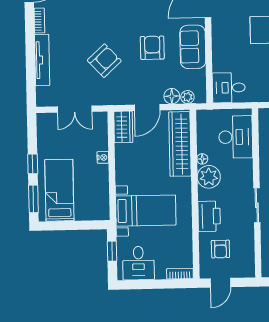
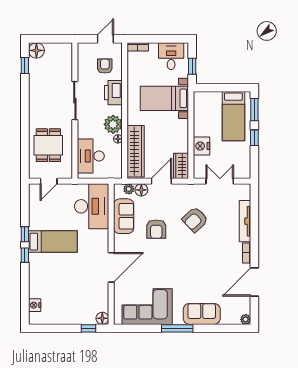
sofa: (193, 47) -> (124, 216), moved
desk: (229, 88) -> (92, 206), width x1.87, depth x1.30
nightstand: (103, 157) -> (201, 146), width x1.89, depth x1.79
sliding door: (257, 205) -> (75, 101), width x1.37

